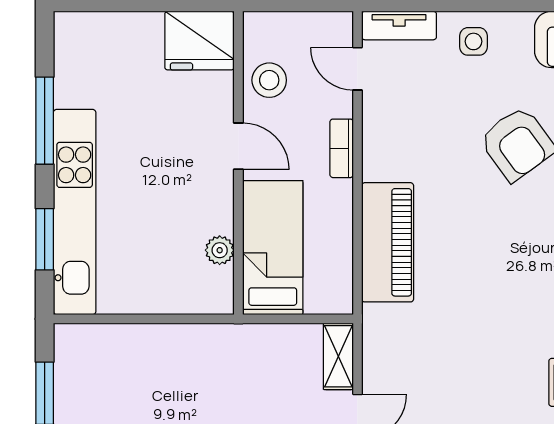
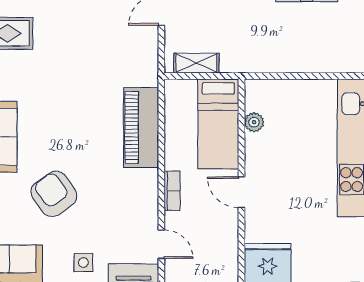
stool: (269, 80) -> (221, 237), removed
shelving: (338, 356) -> (196, 63), moved, turned 90

